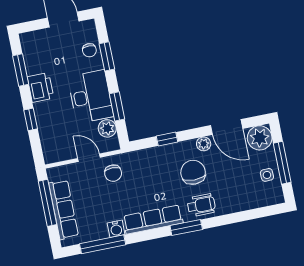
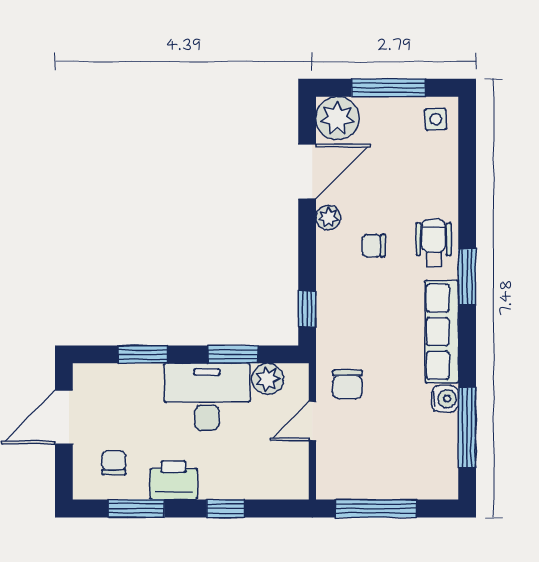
chair: (89, 50) -> (114, 463), moved, turned -90
window: (167, 139) -> (307, 309), moved
chair: (193, 172) -> (374, 246), width x0.54, depth x0.54
chair: (113, 173) -> (347, 385), turned 90
side table: (267, 175) -> (436, 119), moved
row of seats: (64, 210) -> (393, 483), removed

